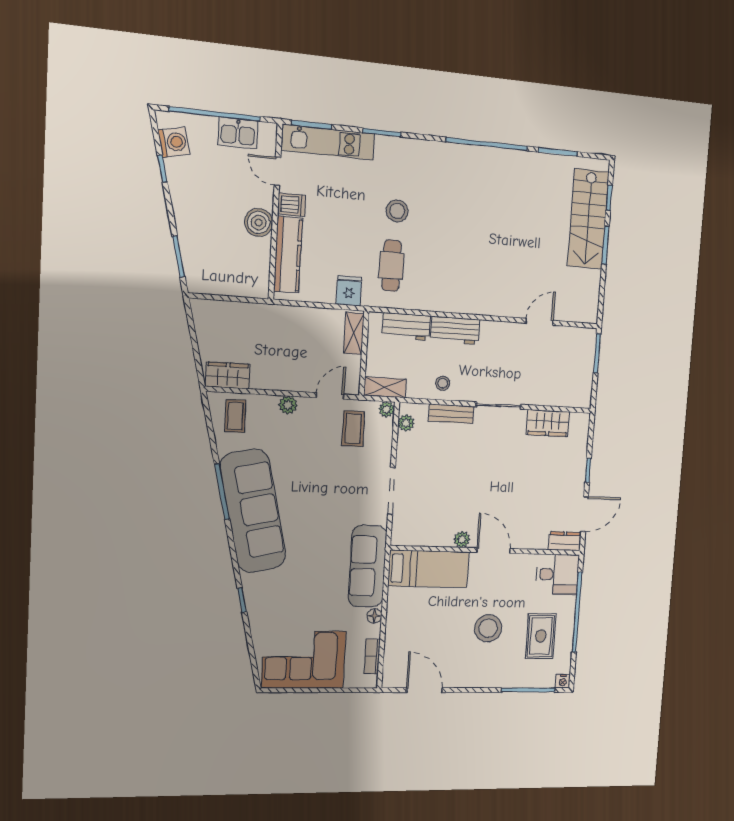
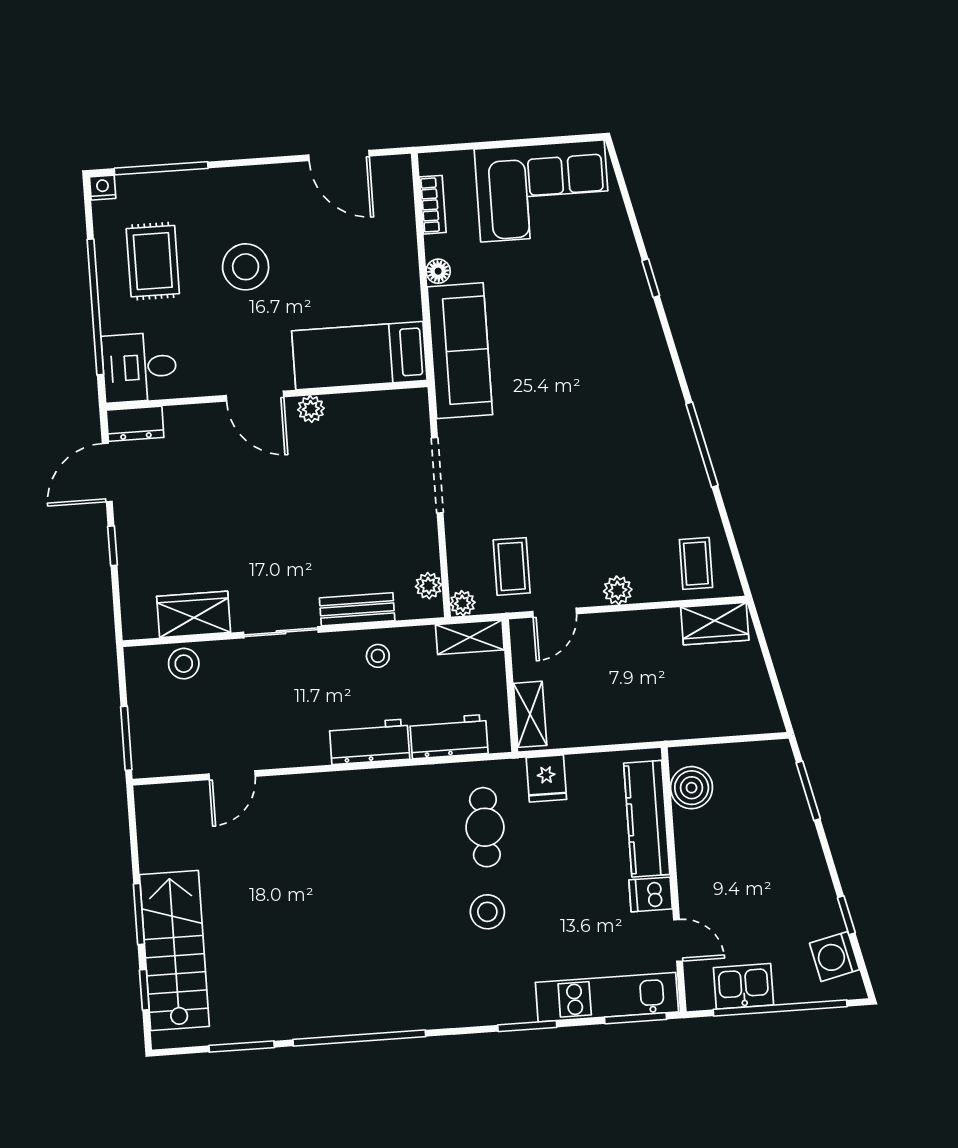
boiler: (259, 222) -> (692, 788), moved
stool: (558, 394) -> (184, 664), added
sofa: (253, 511) -> (651, 420), removed

